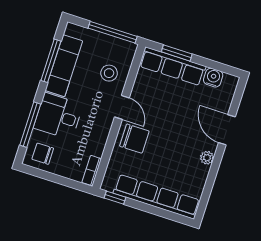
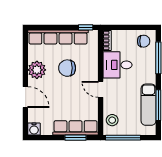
stool: (109, 73) -> (112, 120), moved
water cooler: (213, 78) -> (34, 129), moved
desk: (58, 116) -> (117, 65), moved, turned 180
chair: (134, 139) -> (67, 68), moved
plant: (207, 158) -> (37, 70), width x1.88, depth x1.88

